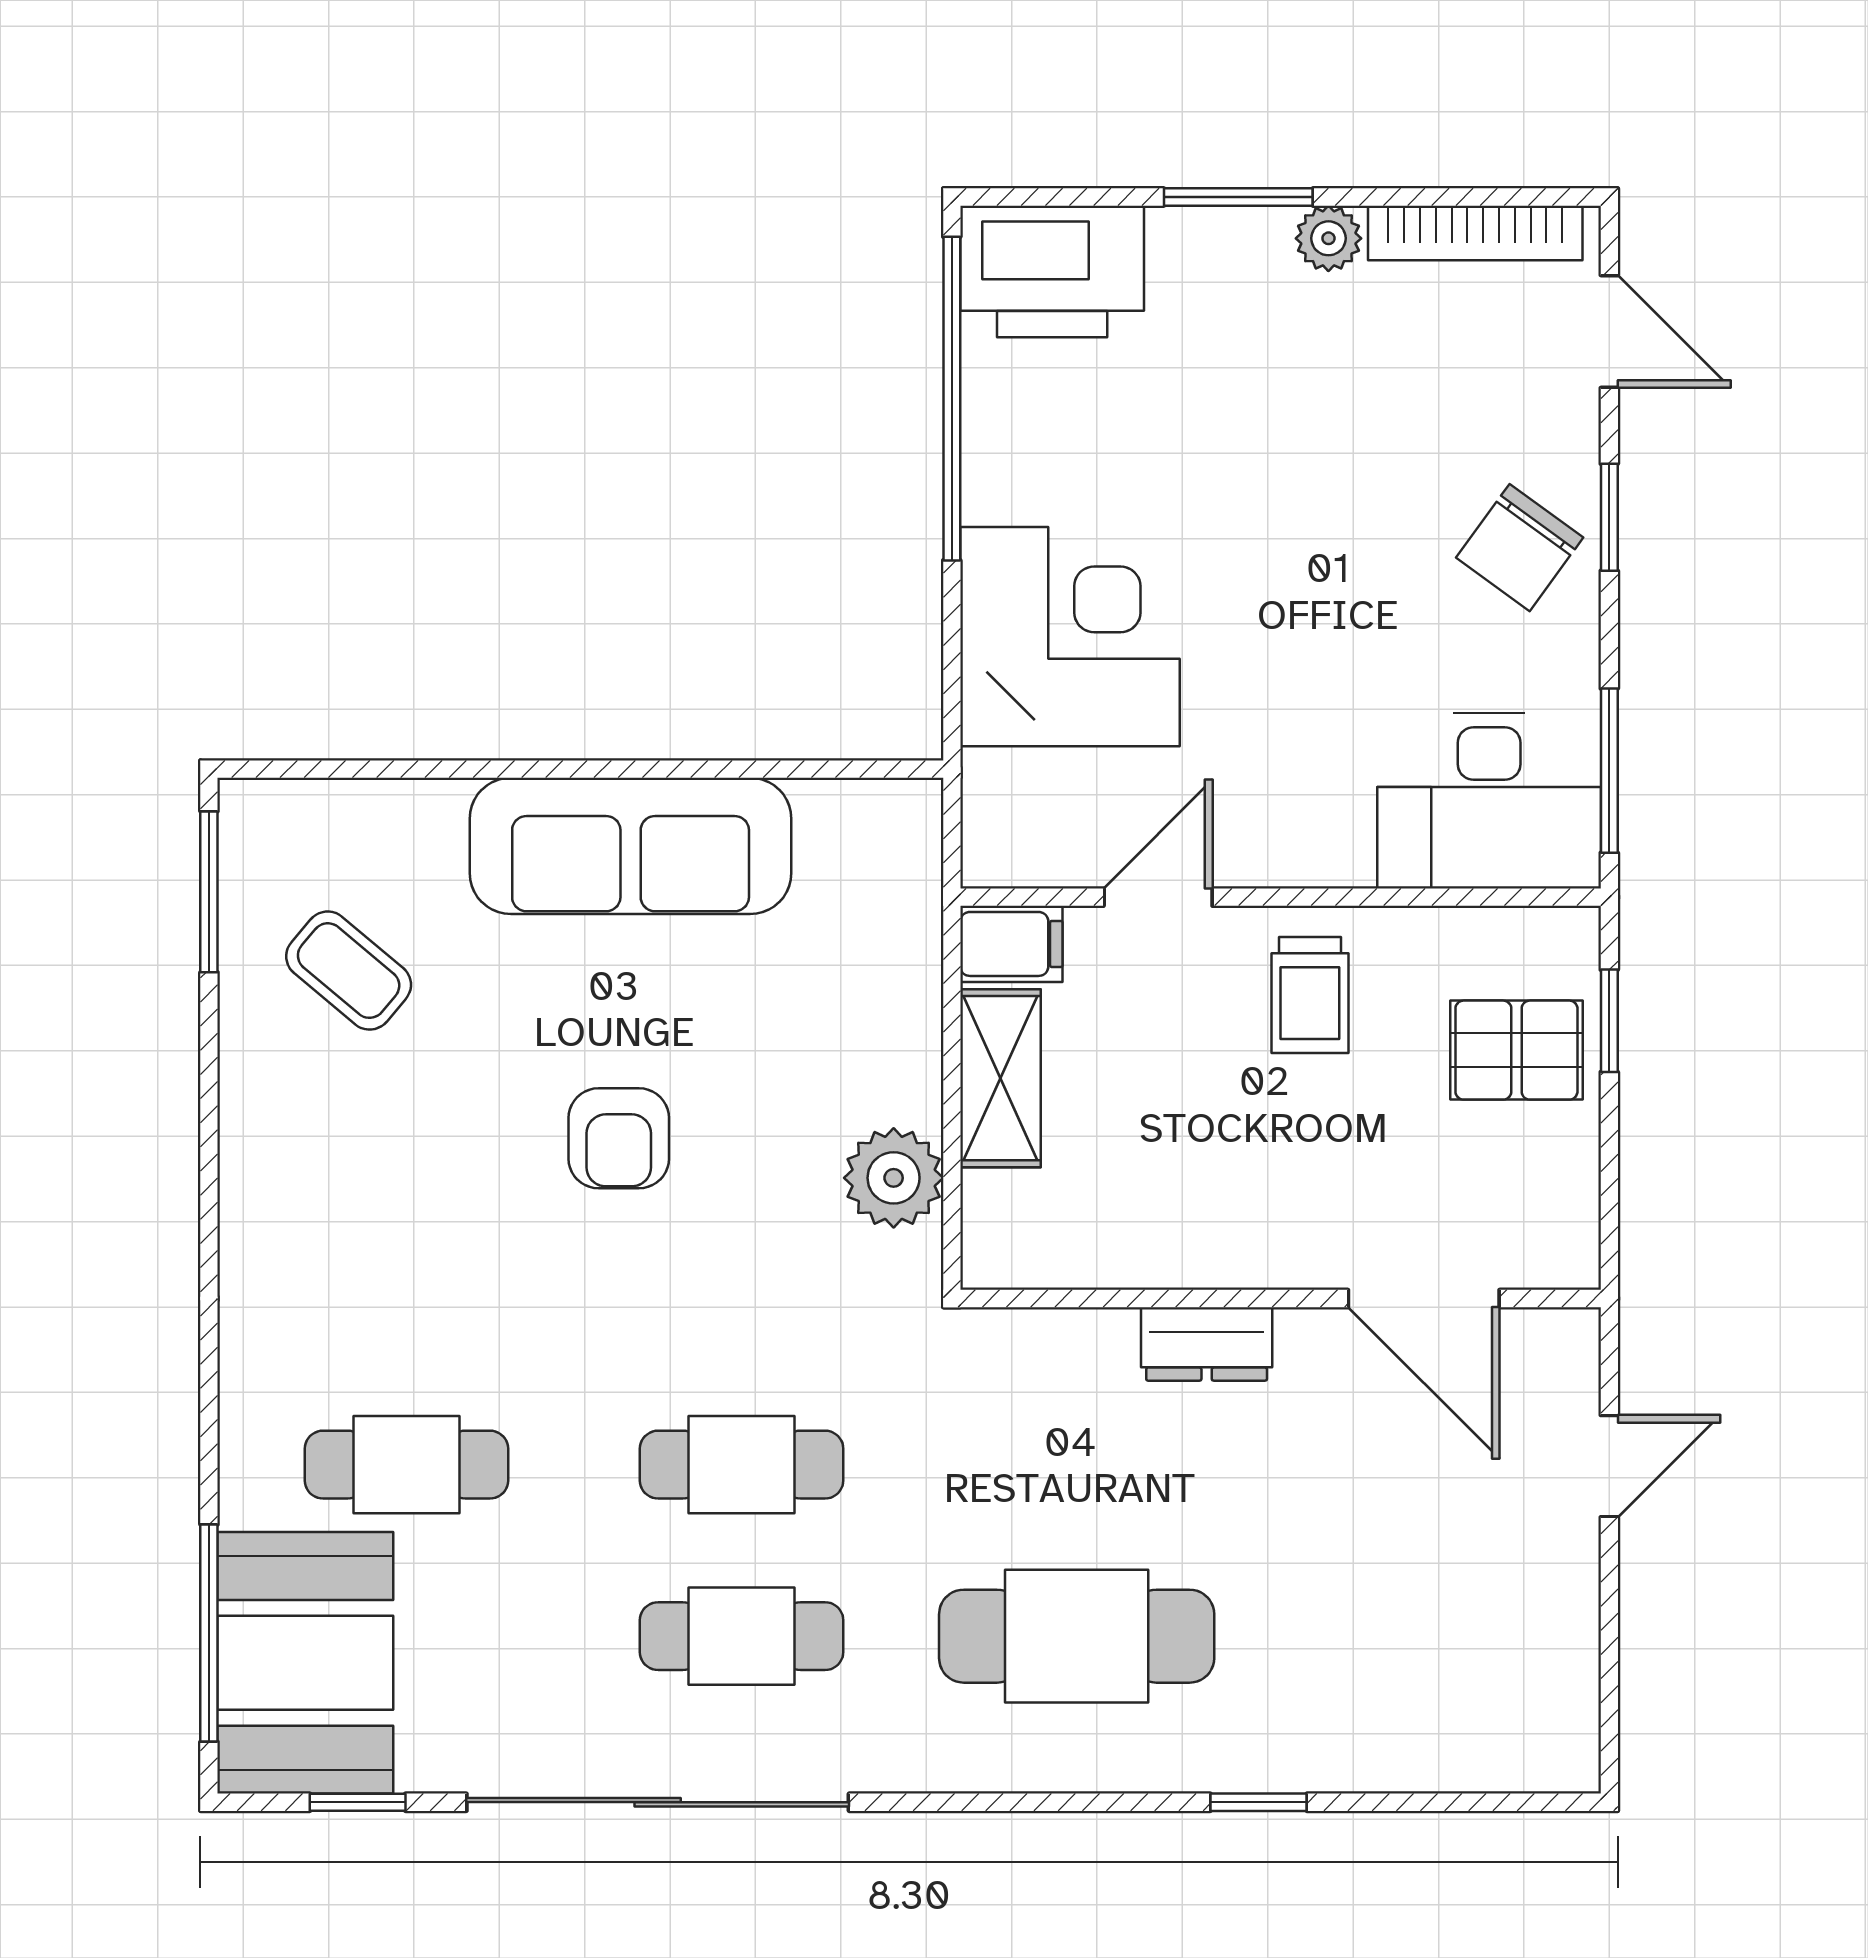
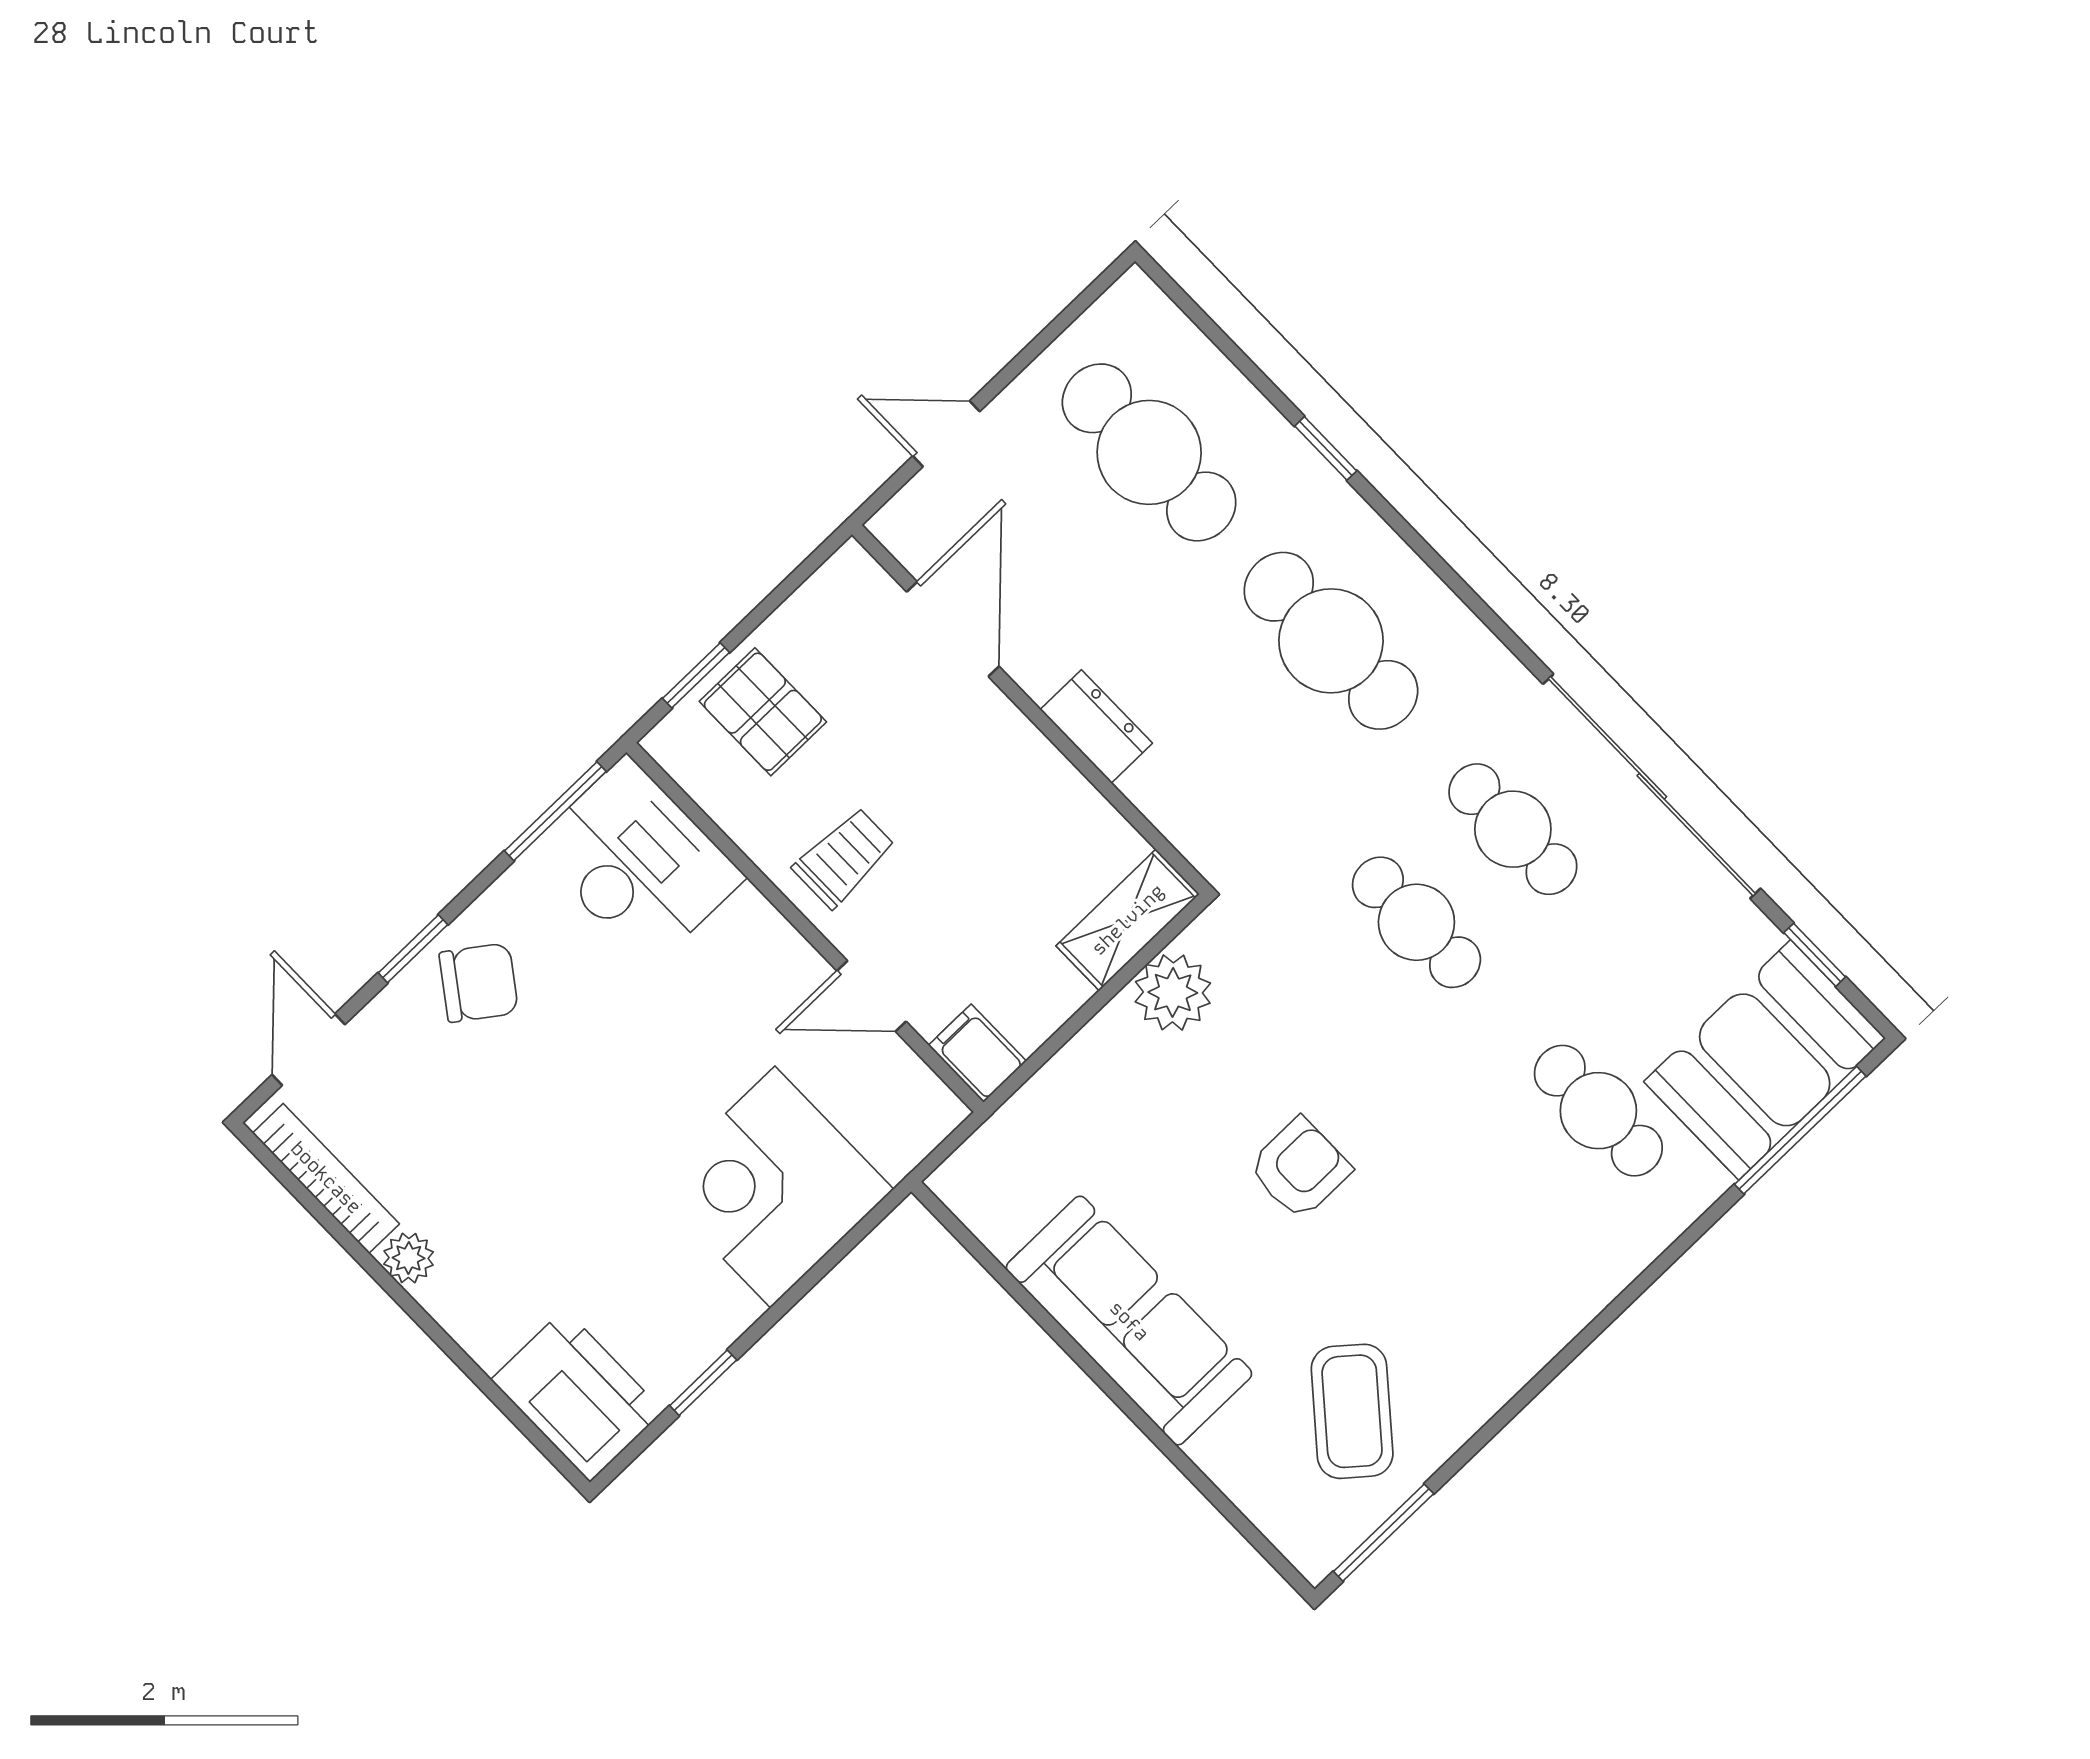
window: (1238, 197) -> (434, 1331), removed
window: (952, 399) -> (703, 1383), width x0.32
coffee table: (349, 971) -> (1352, 1411), width x1.36, depth x1.30
shelving: (1000, 1078) -> (1128, 920), moved
cafe table: (1412, 1636) -> (1149, 452), added

